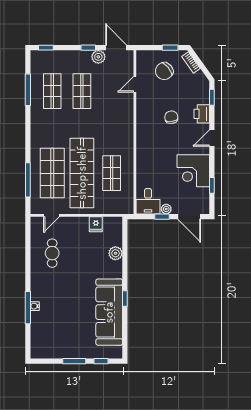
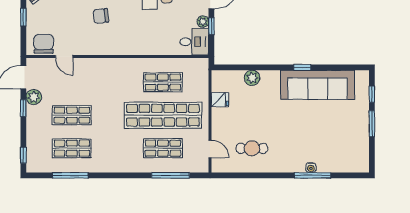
chair: (164, 71) -> (44, 44), moved, turned -140
shop shelf: (52, 173) -> (163, 148), width x0.70, depth x0.74

